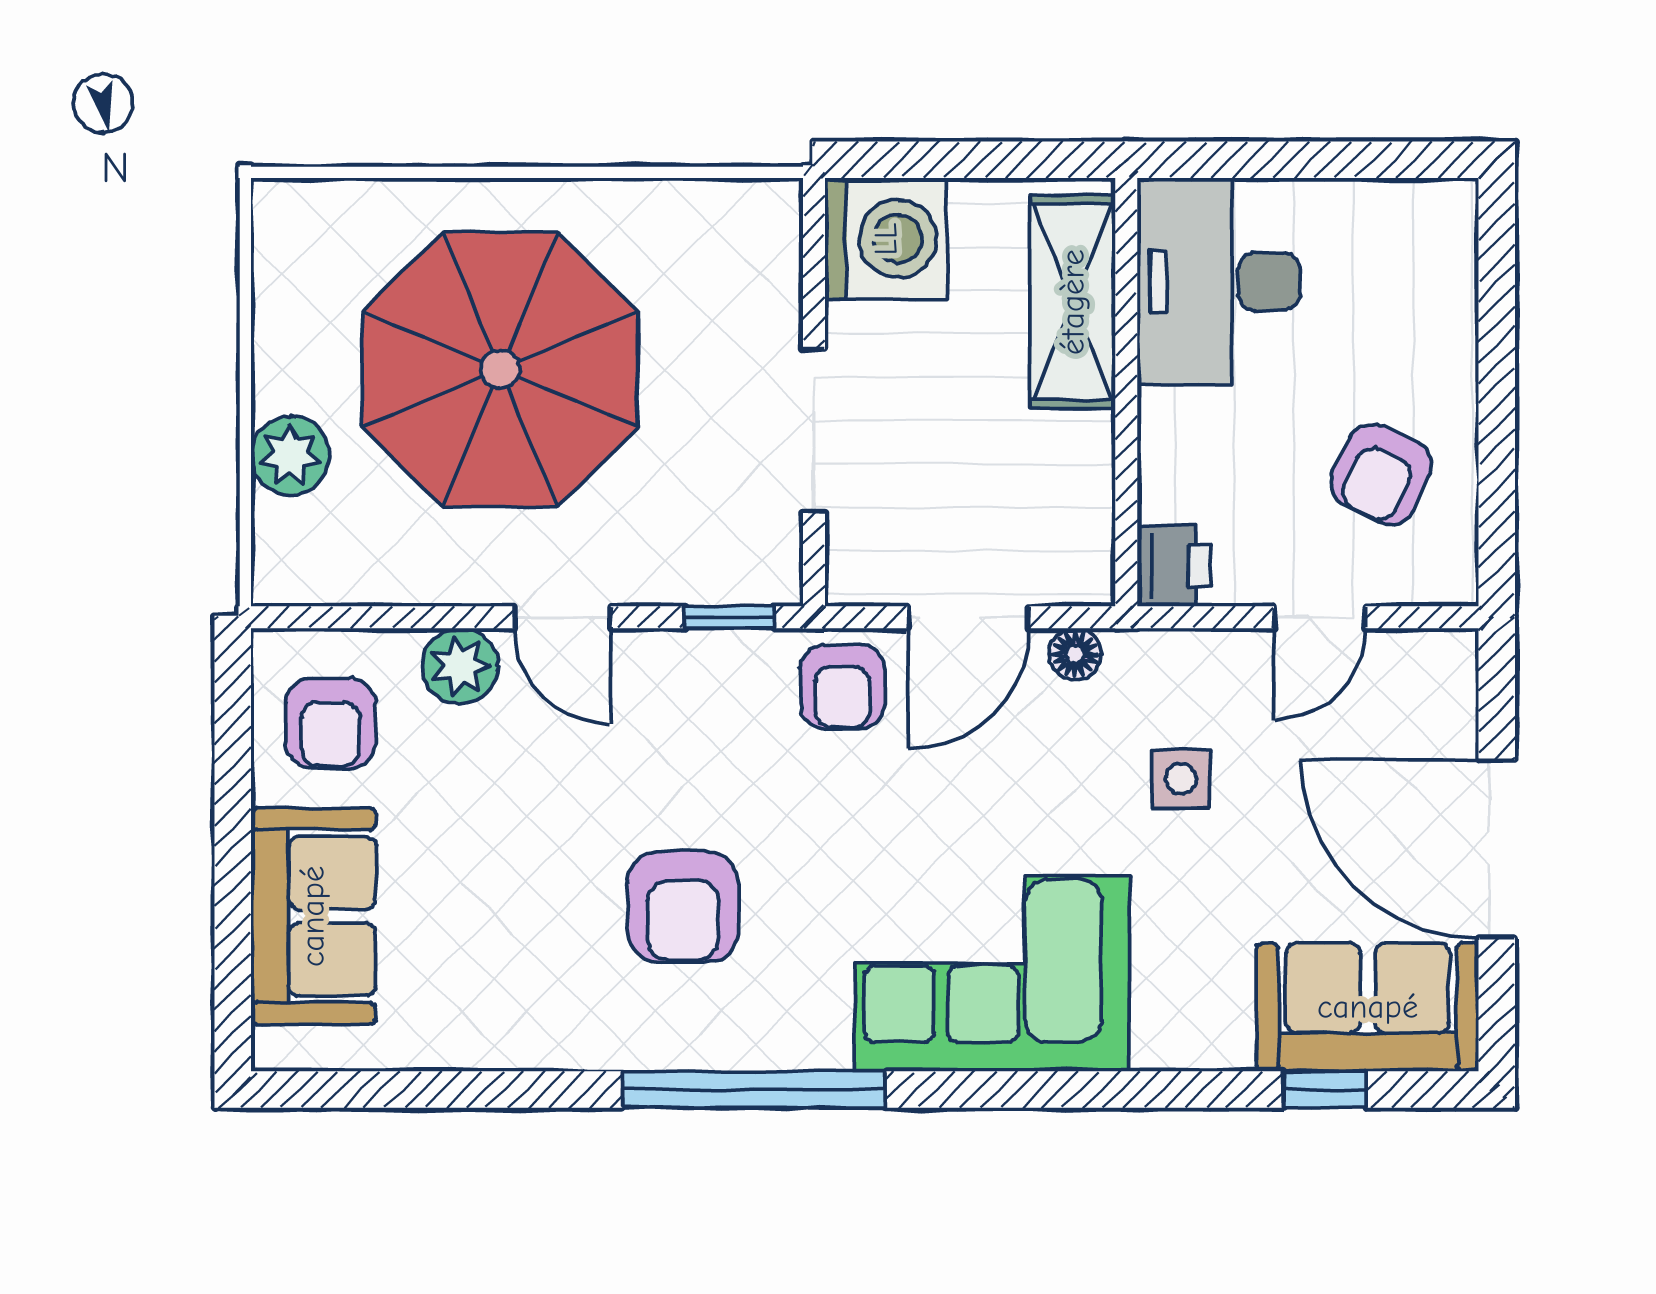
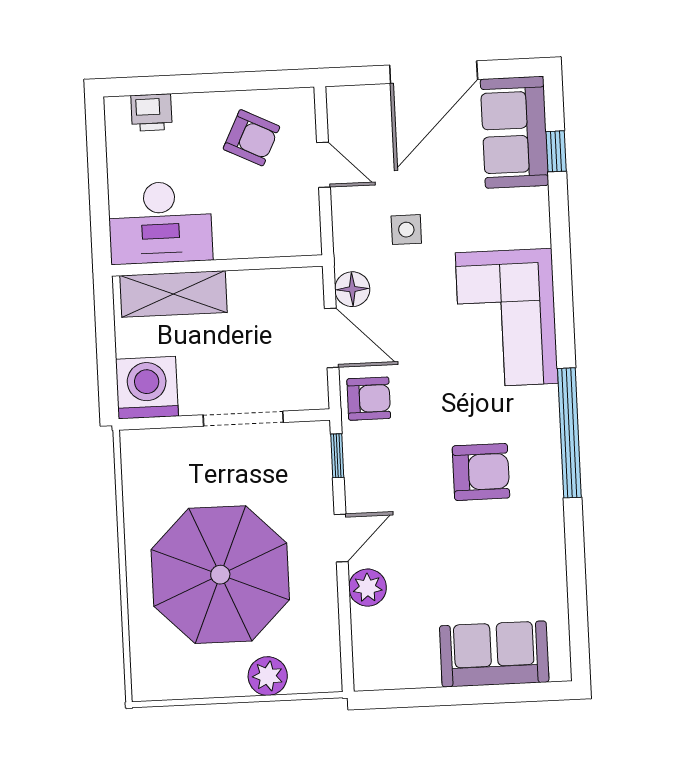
printer: (1174, 566) -> (151, 113), moved, turned 180
floor lamp: (1075, 654) -> (352, 289), width x1.37, depth x1.37
armchair: (331, 723) -> (399, 650), removed

